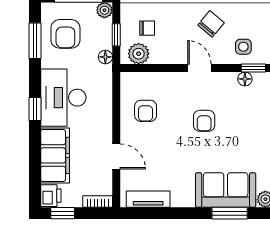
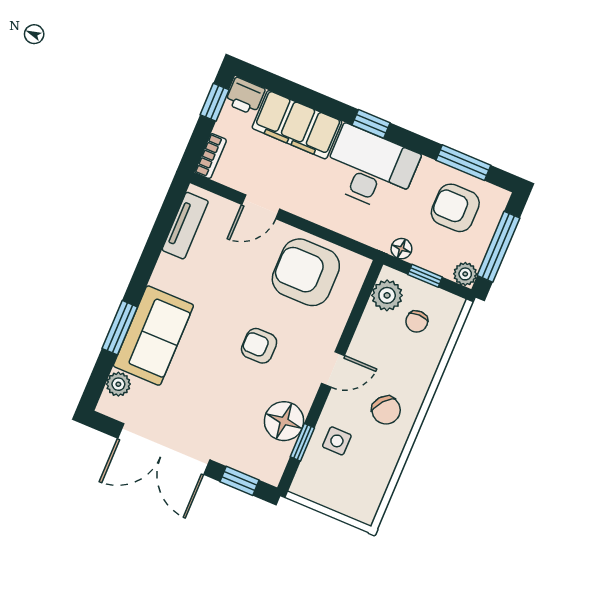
floor lamp: (245, 79) -> (284, 421), width x1.89, depth x1.89
armchair: (146, 111) -> (306, 272), width x1.88, depth x1.88

